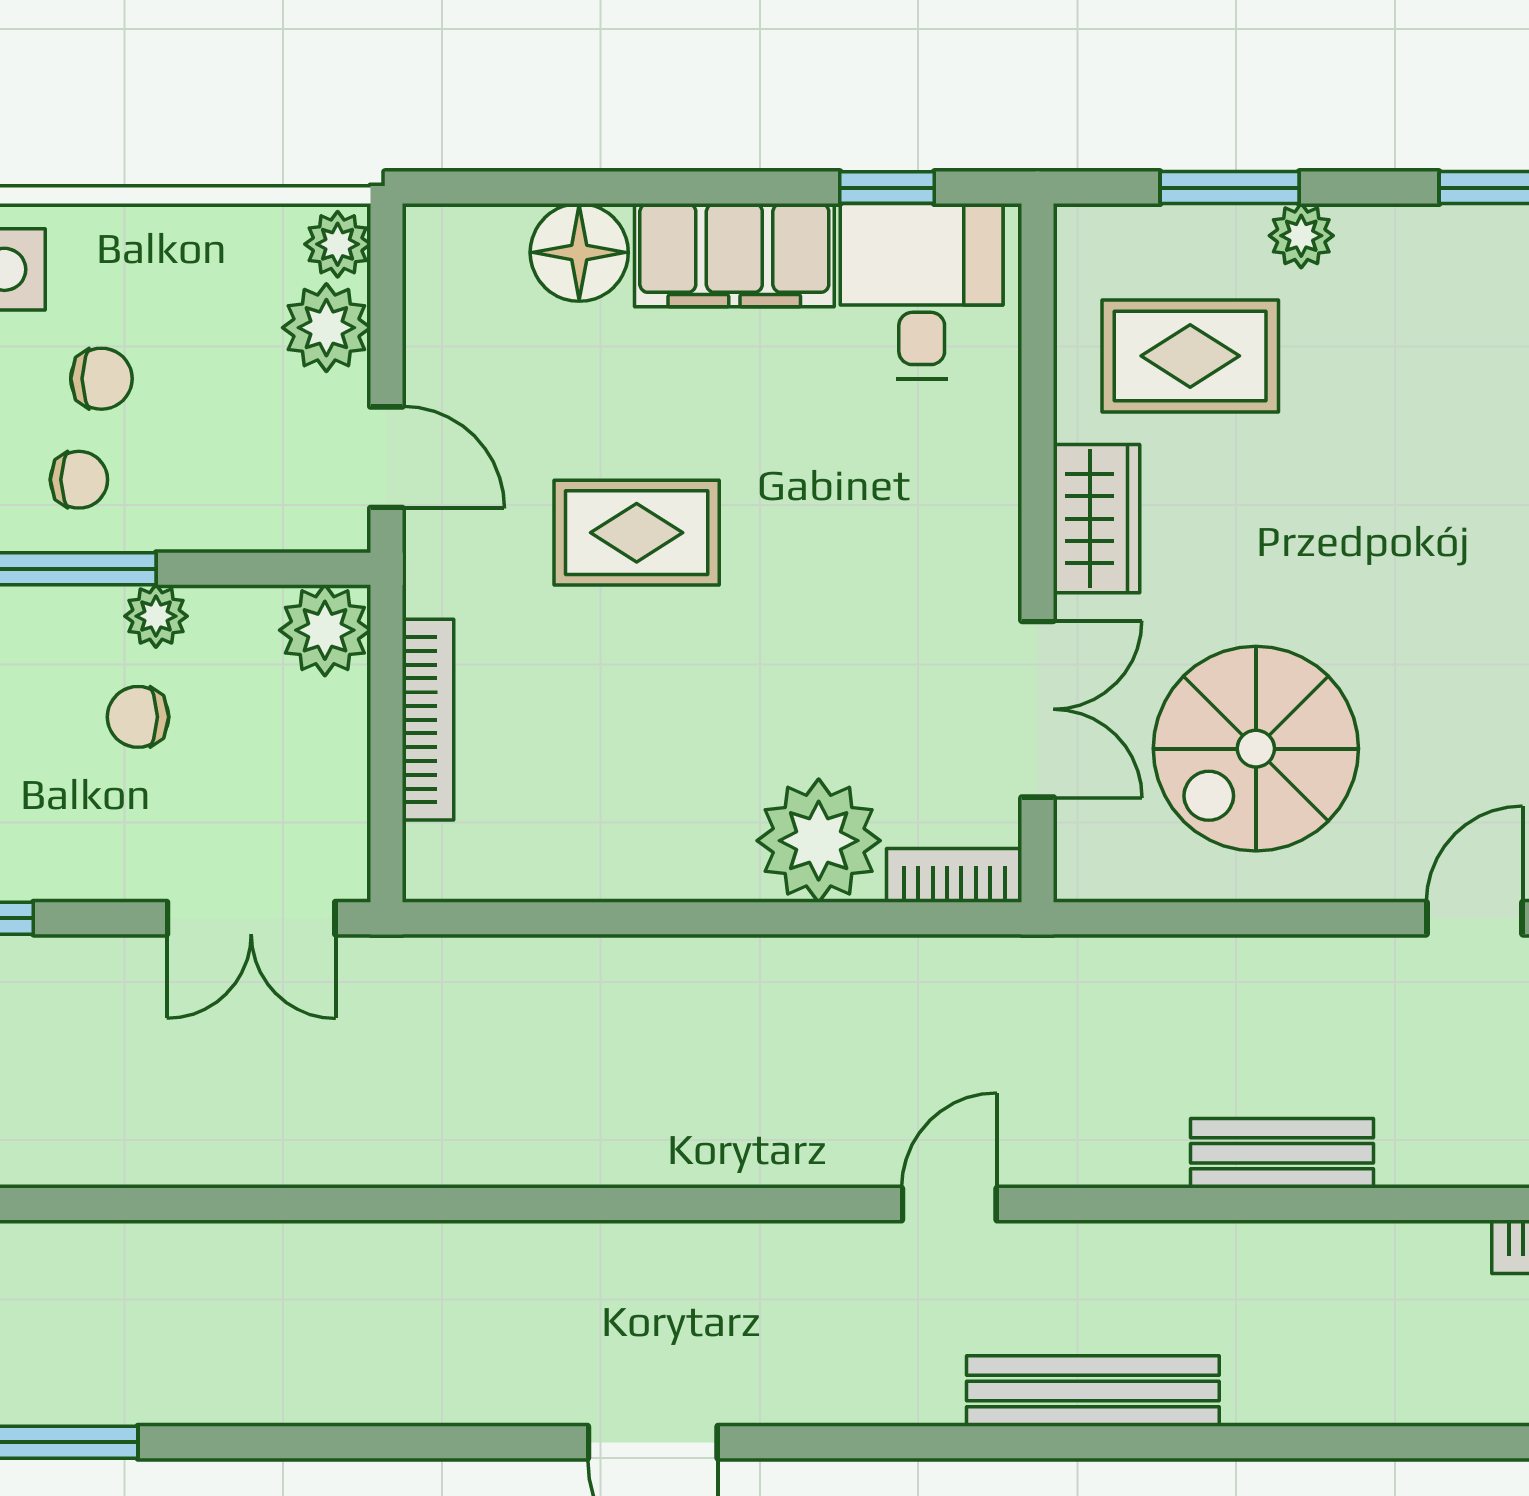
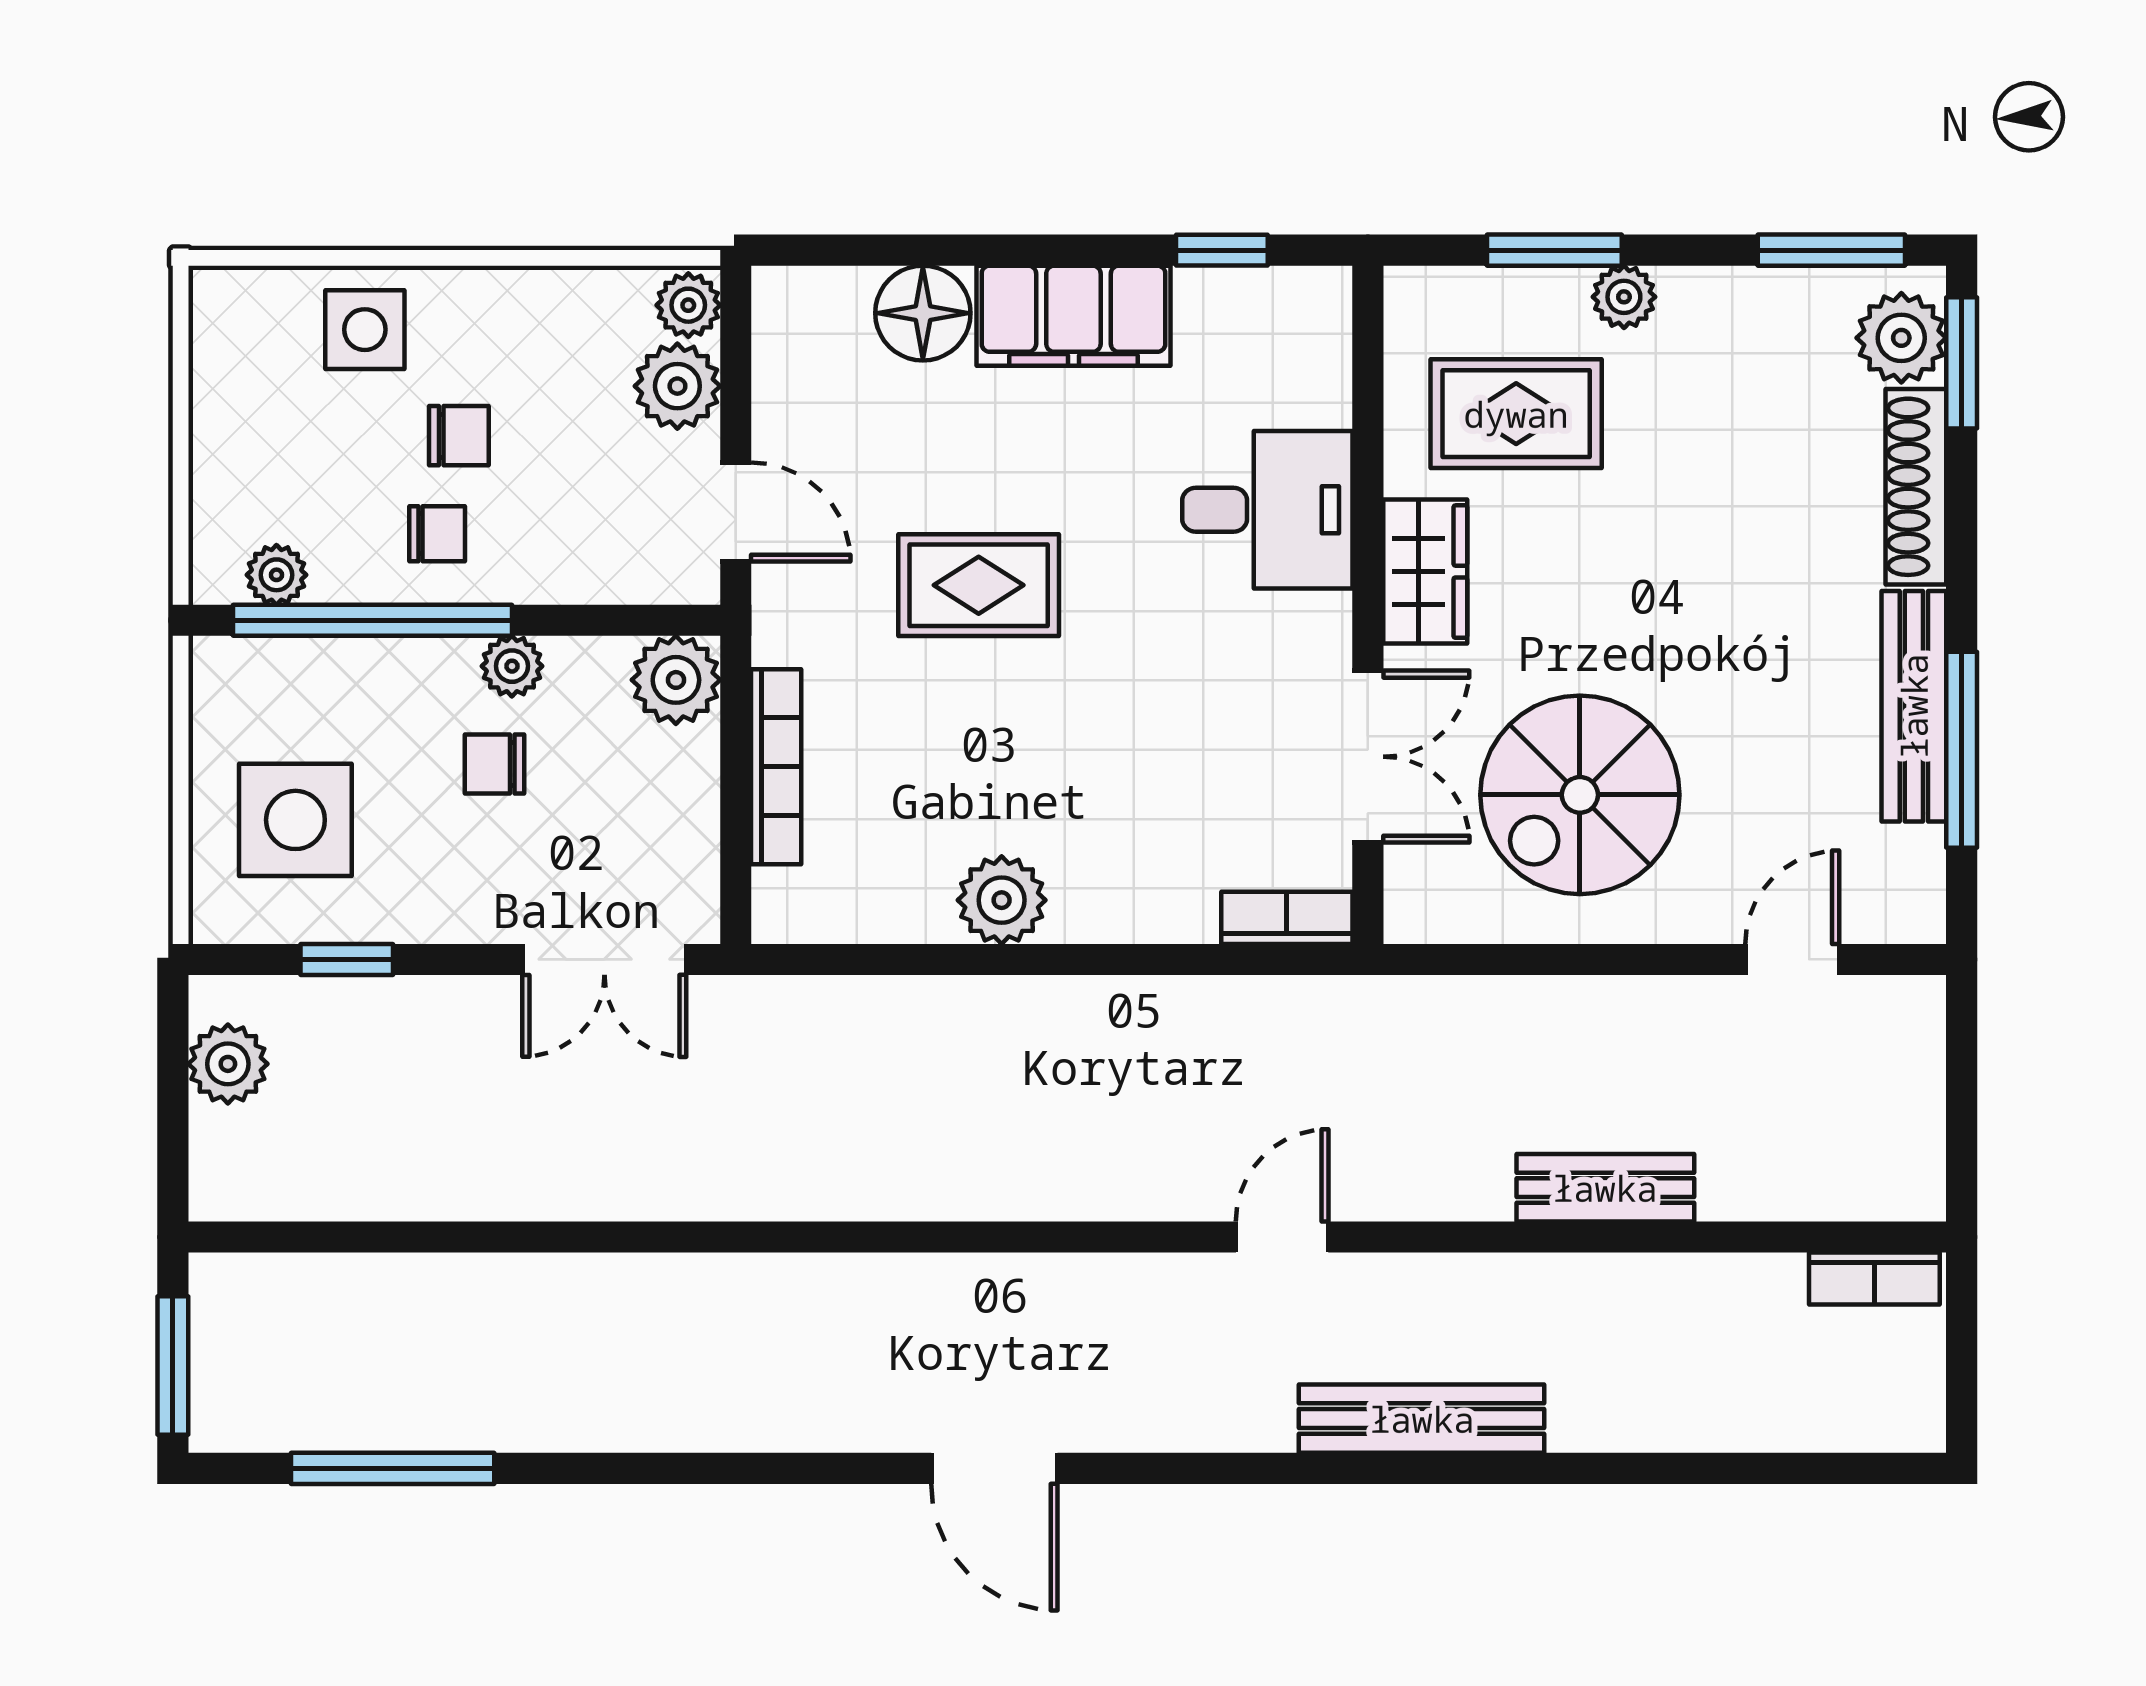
desk: (922, 291) -> (1267, 510), moved, turned 90
plant: (819, 841) -> (1002, 900), moved, width x0.73, depth x0.73

